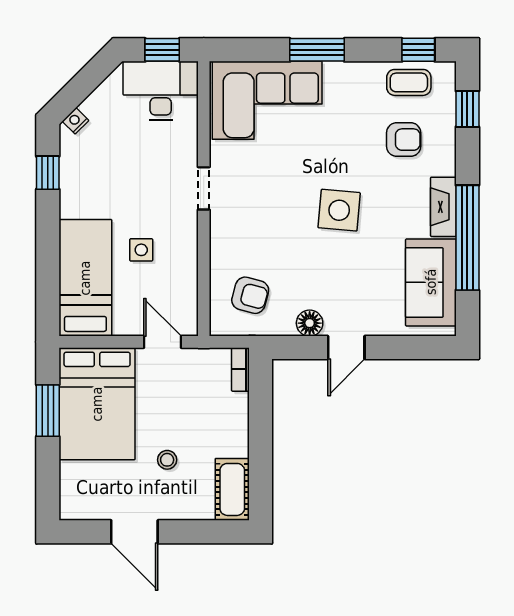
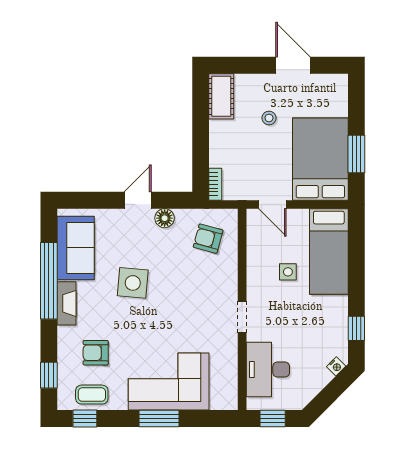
desk: (161, 91) -> (268, 370), moved, turned 90
corner sofa: (267, 100) -> (169, 382), moved
side table: (339, 210) -> (133, 283), moved

